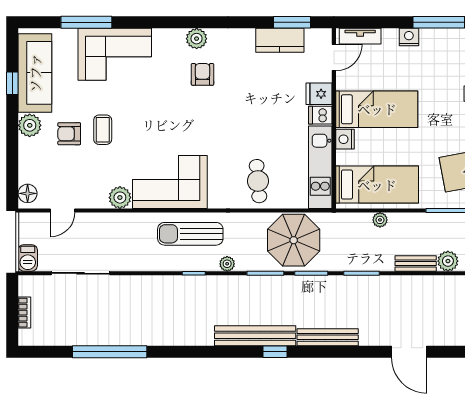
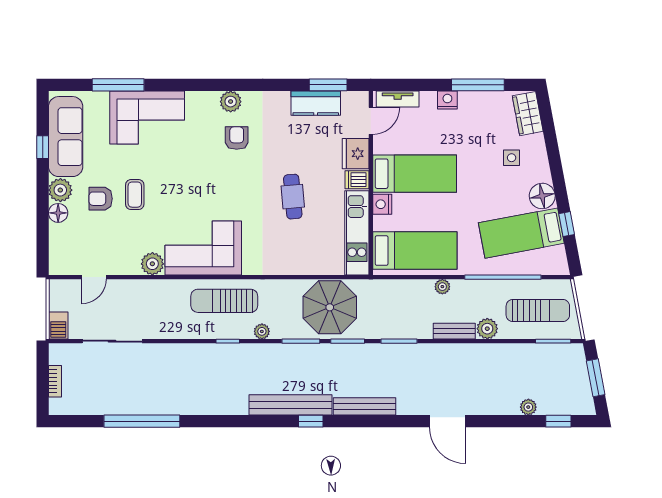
fridge: (319, 94) -> (356, 154), width x1.38
cafe table: (258, 181) -> (293, 197), moved
floor lamp: (28, 193) -> (58, 213), moved
plant: (380, 220) -> (442, 287), moved

